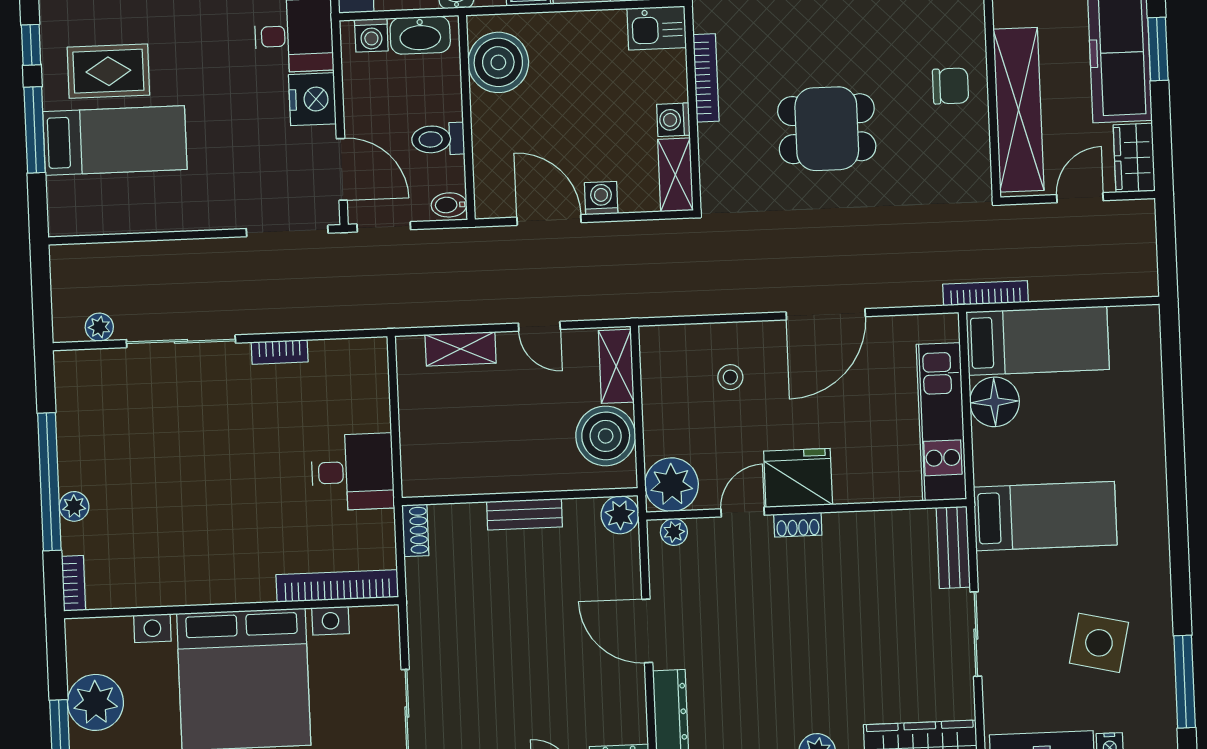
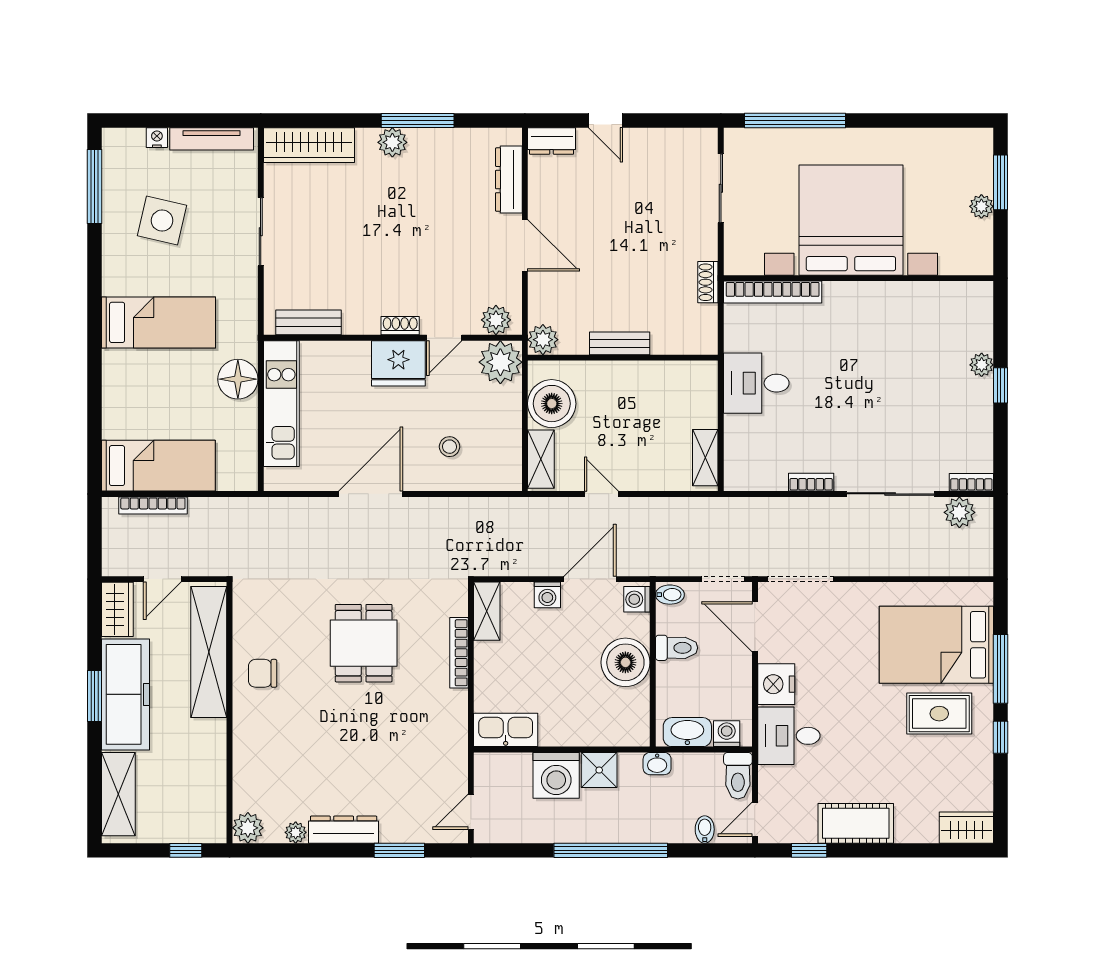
kitchen sink: (657, 28) -> (506, 730), width x1.38
boiler: (498, 62) -> (625, 662), moved
bookcase: (706, 78) -> (459, 653), moved
washing machine: (673, 120) -> (637, 599), moved, turned 180
dining table: (827, 129) -> (364, 643), turned 90
bed: (115, 141) -> (936, 645), width x1.50
door: (549, 220) -> (590, 579), swing flipped
bookcase: (986, 293) -> (153, 506), moved
plant: (99, 327) -> (959, 512), width x1.38, depth x1.38
bed: (1038, 341) -> (158, 466), moved, turned 180
shelving: (461, 349) -> (705, 458), moved, turned 90
floor lamp: (995, 402) -> (238, 379), moved
window: (49, 482) -> (1001, 385), width x0.32
bed: (1045, 516) -> (159, 322), moved, turned 180
shoe rack: (415, 530) -> (708, 282), moved
plant: (674, 532) -> (496, 320), width x1.38, depth x1.38
bench: (953, 547) -> (308, 322), moved, turned 90
bookcase: (73, 583) -> (971, 482), moved, turned 90
plant: (95, 702) -> (981, 206), width x0.53, depth x0.53

